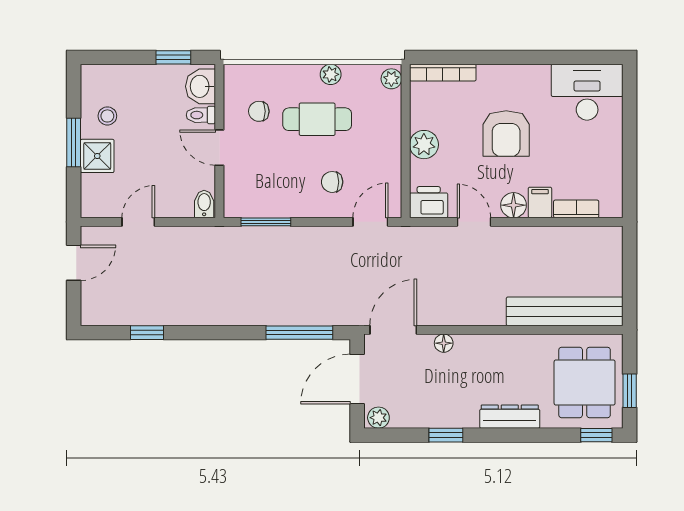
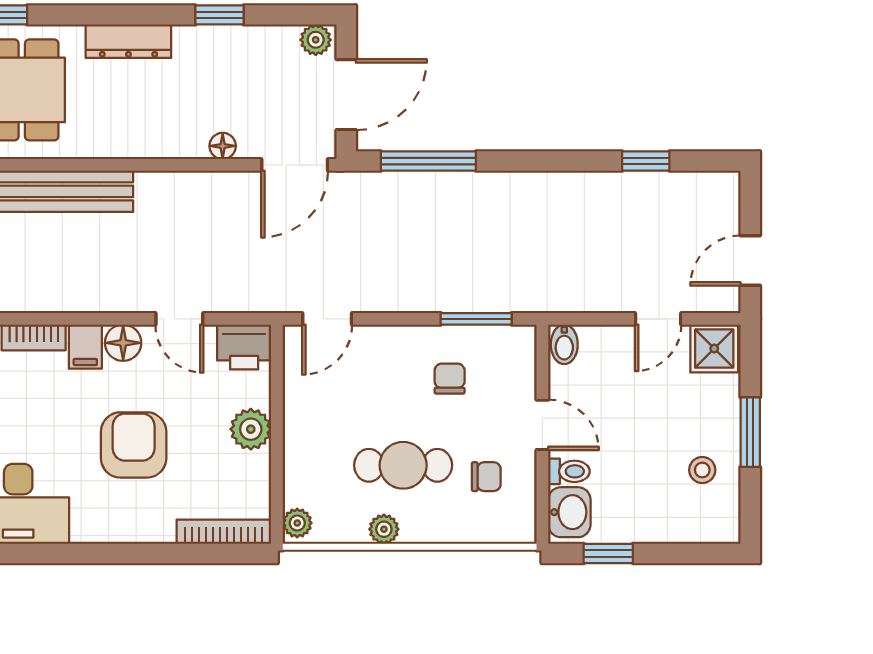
shower: (97, 156) -> (714, 349), moved
chair: (332, 182) -> (450, 379), moved, turned -90

